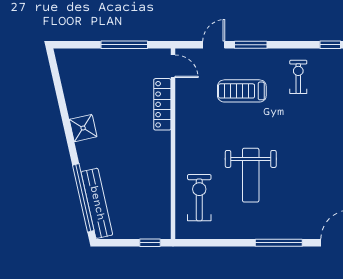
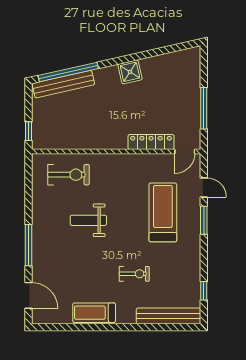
exercise bike: (298, 77) -> (134, 274), moved
treadmill: (242, 91) -> (163, 212), width x1.37, depth x1.38
weight bench: (251, 175) -> (88, 220), width x0.73, depth x0.75

